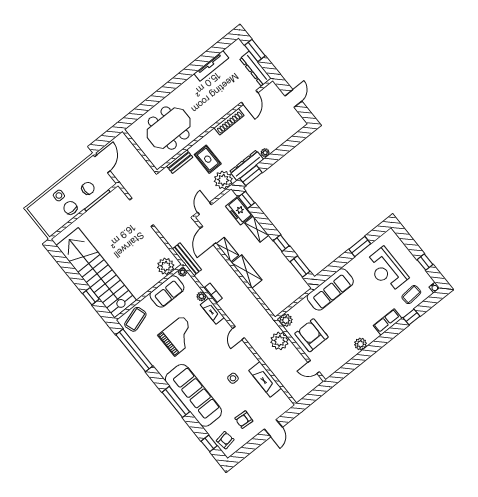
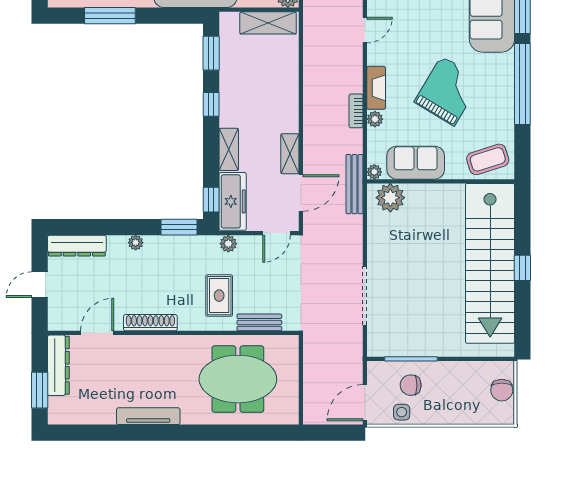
tv unit: (211, 66) -> (148, 416), moved
dresser: (247, 165) -> (77, 246), moved
plant: (223, 180) -> (228, 244), width x0.53, depth x0.53
side table: (59, 195) -> (402, 412), moved
chair: (70, 208) -> (502, 390), moved
freezer: (239, 211) -> (233, 201), width x1.40
window: (360, 247) -> (110, 16), width x1.44
shelving: (247, 271) -> (268, 23), moved, turned 90
window: (91, 296) -> (522, 268), moved
grand piano: (179, 336) -> (448, 91), turned 121
window: (134, 350) -> (522, 84), moved

